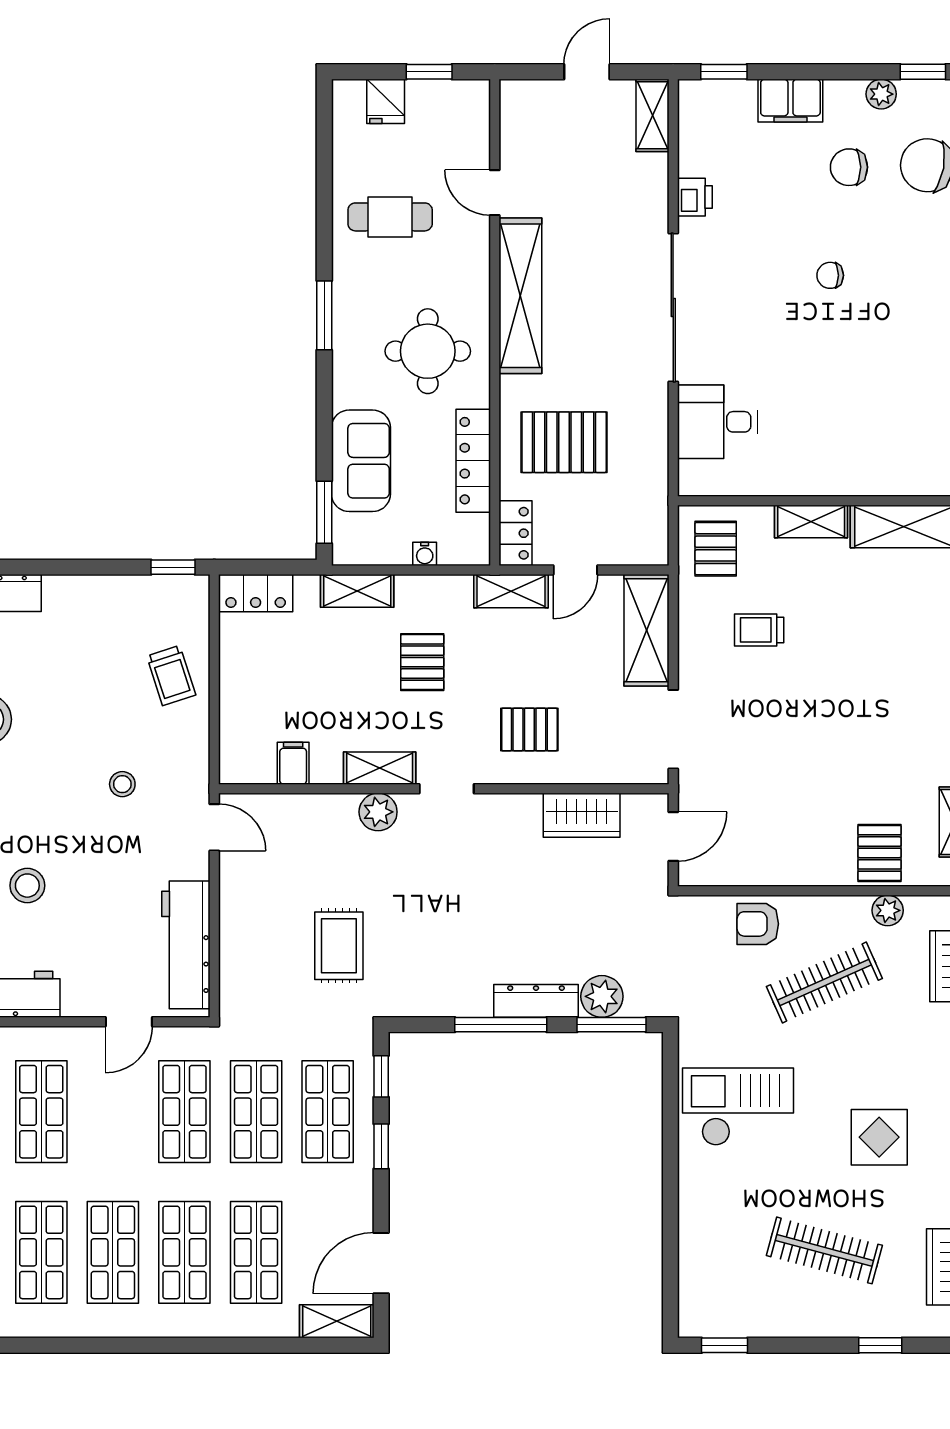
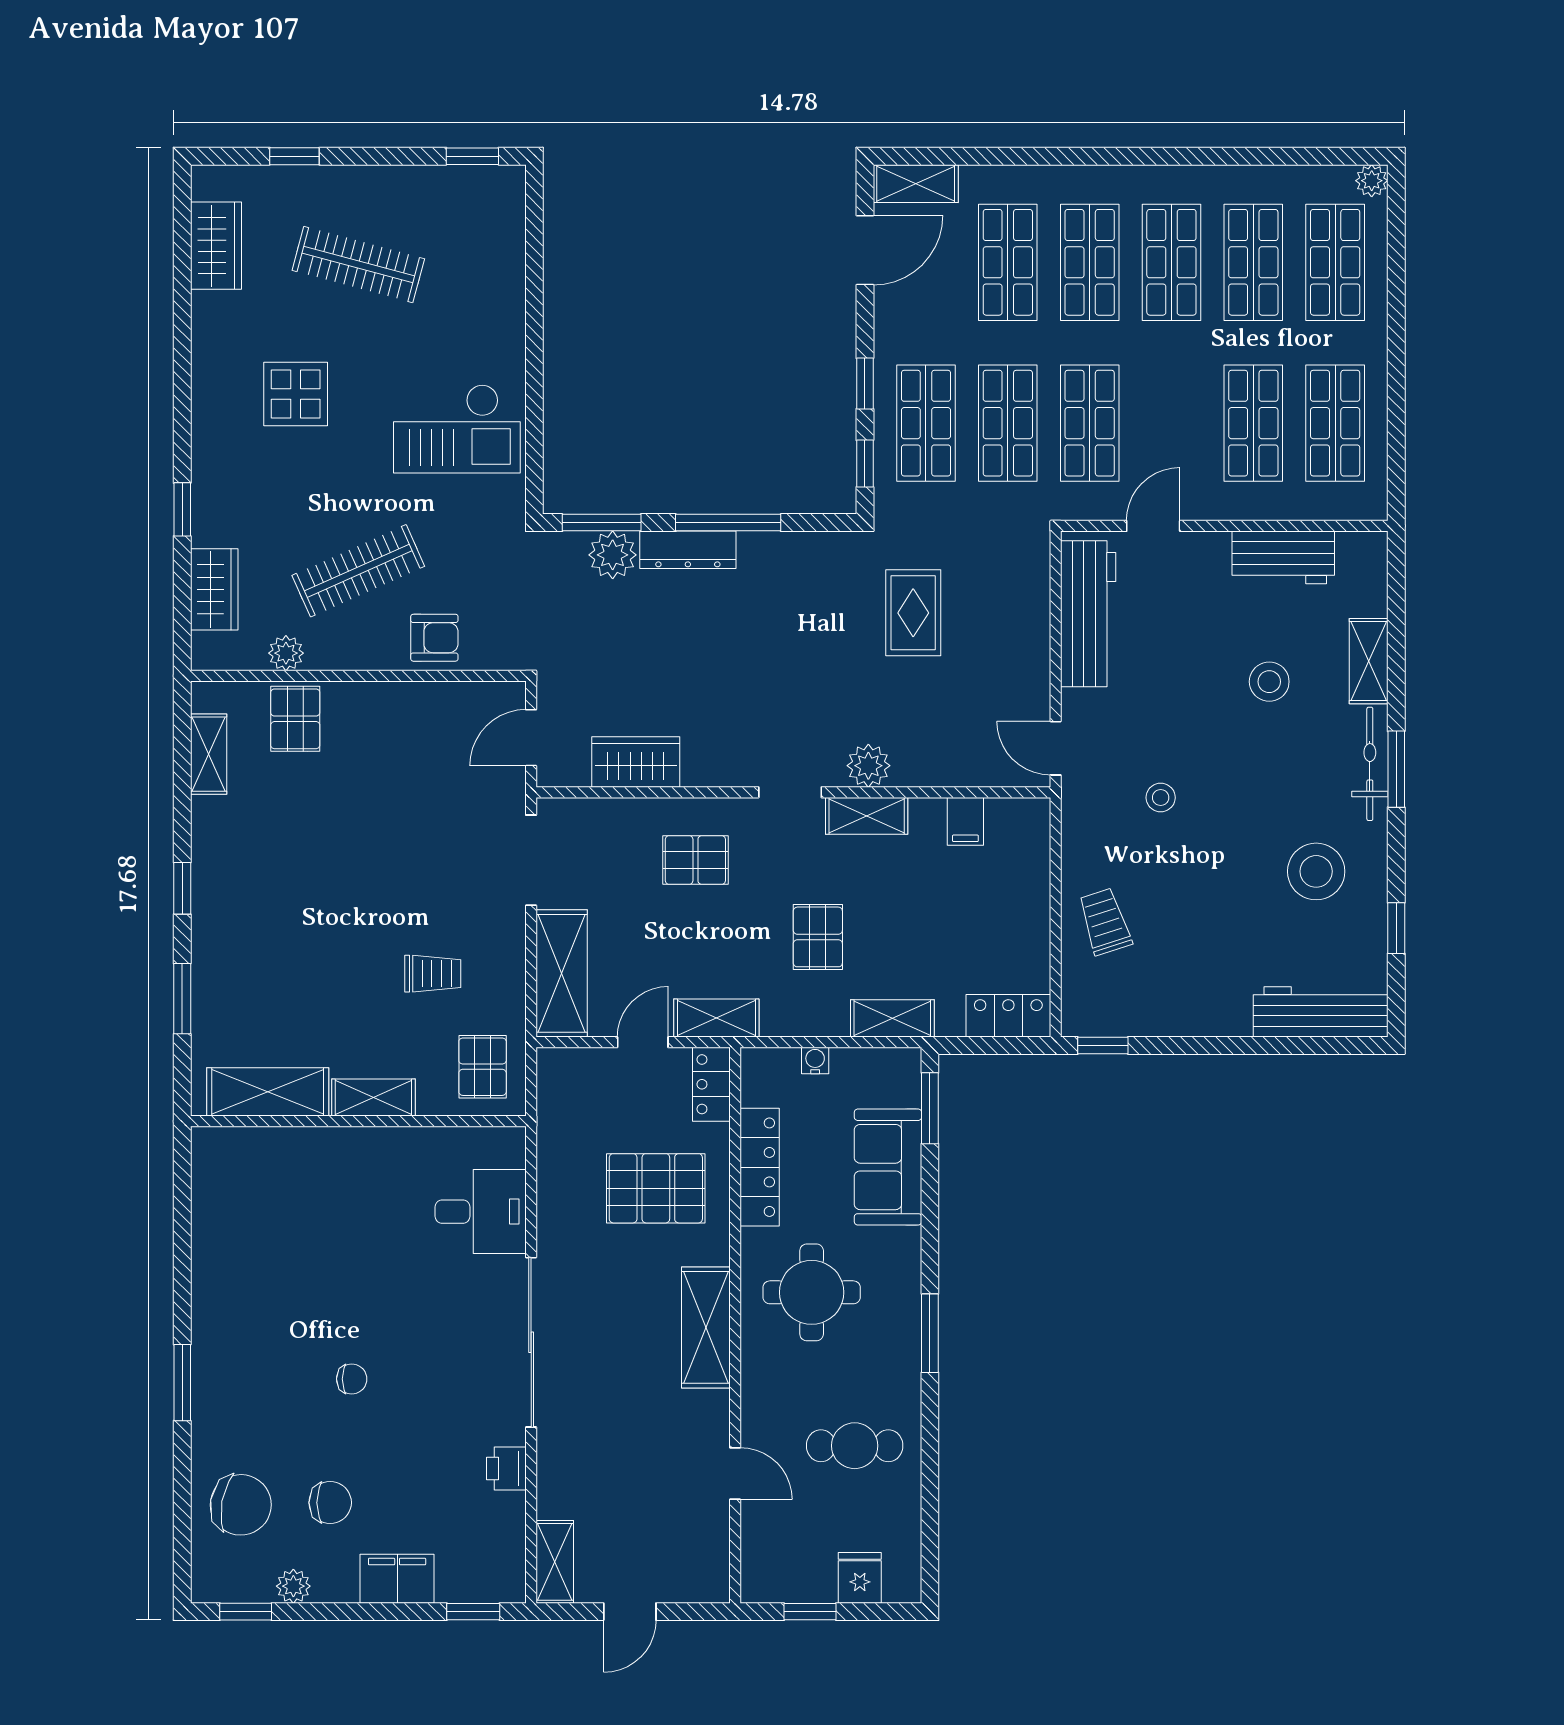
shelving: (520, 296) -> (706, 1327), width x0.68

